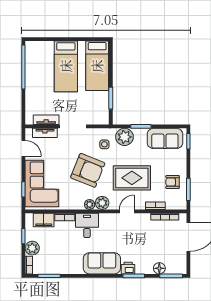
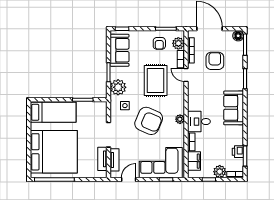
bed: (66, 66) -> (54, 152), width x2.04
armchair: (88, 170) -> (149, 121), turned 91
plant: (102, 203) -> (178, 43), moved
door: (127, 211) -> (186, 75), moved
armchair: (153, 243) -> (215, 61), added
printer: (128, 268) -> (238, 152), moved
floor lamp: (159, 268) -> (238, 36), moved

